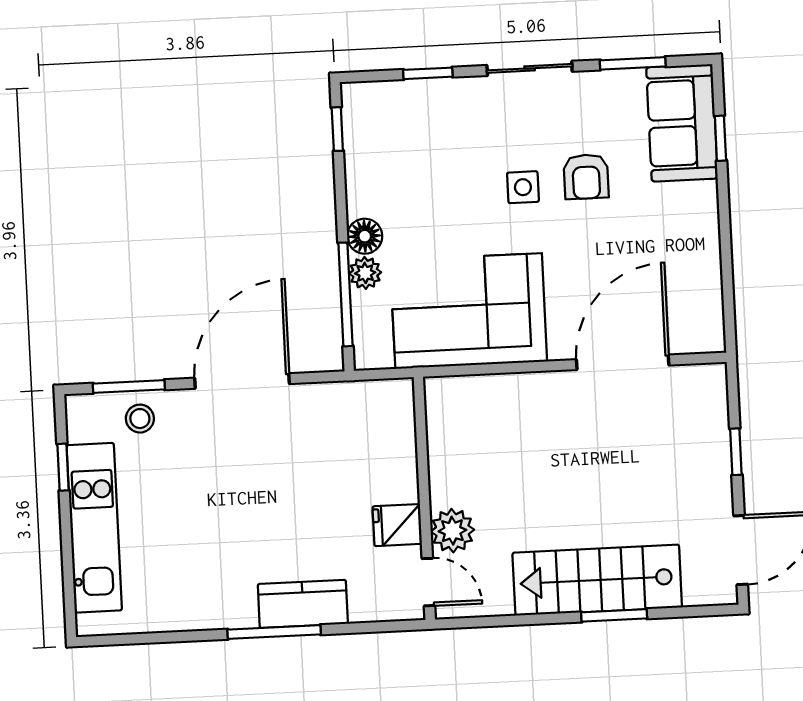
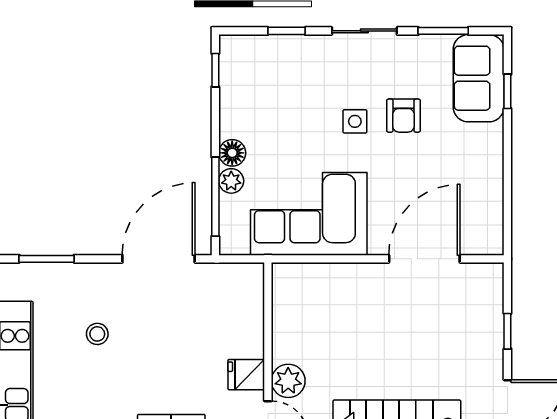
door: (242, 381) -> (159, 259), moved
stool: (140, 419) -> (97, 334), moved

